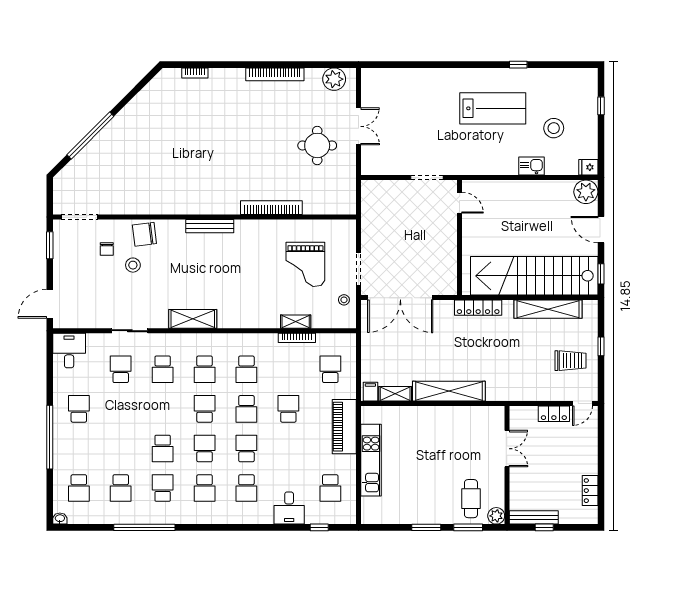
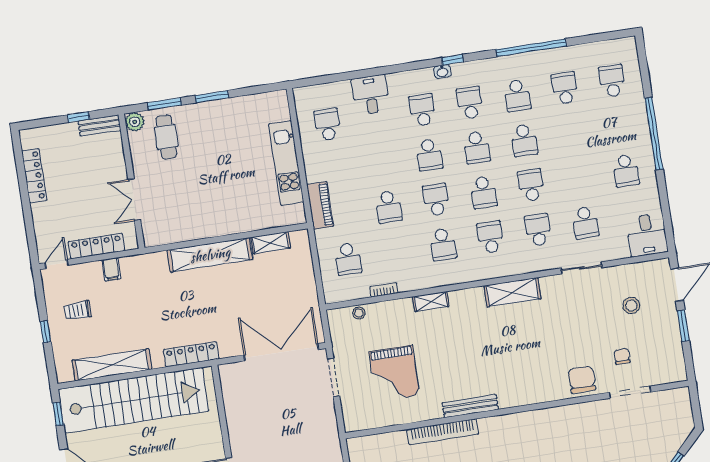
doorway: (79, 217) -> (630, 392), moved
bench: (210, 226) -> (470, 406), moved
chair: (144, 234) -> (582, 380), turned -83
window: (50, 245) -> (683, 326), moved
grand piano: (305, 264) -> (394, 374), turned 180
stool: (133, 265) -> (631, 306), moved
stool: (344, 300) -> (359, 313), moved
shelving: (296, 322) -> (431, 301), moved
bookcase: (297, 338) -> (384, 290), width x0.64
trolley: (570, 361) -> (78, 310), width x0.73, depth x0.72
school desk: (246, 369) -> (443, 244), turned 180
filing cabinet: (370, 392) -> (111, 269), moved
school desk: (163, 409) -> (531, 185), added
locker: (554, 414) -> (96, 246), width x1.53
piano: (344, 427) -> (320, 205), width x0.73, depth x0.75
school desk: (163, 448) -> (524, 140), turned 180
locker: (590, 491) -> (34, 176), width x1.53
bench: (534, 517) -> (99, 125), width x0.73
washbasin: (60, 519) -> (442, 72), moved
window: (319, 527) -> (453, 60), moved

